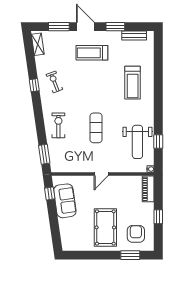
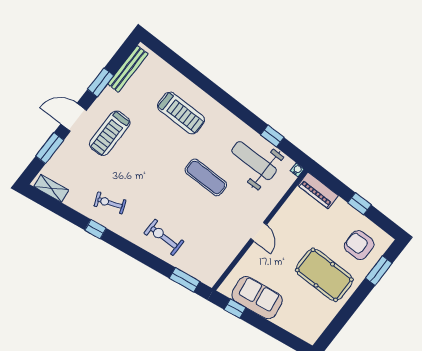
bench: (134, 36) -> (128, 69), width x1.36
exercise mat: (96, 128) -> (206, 177), moved
weight bench: (137, 142) -> (254, 161), turned 180

